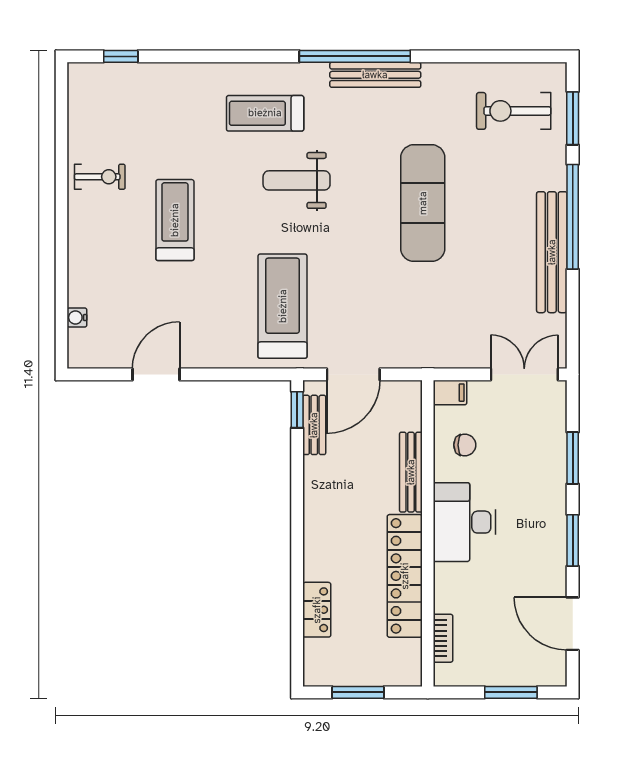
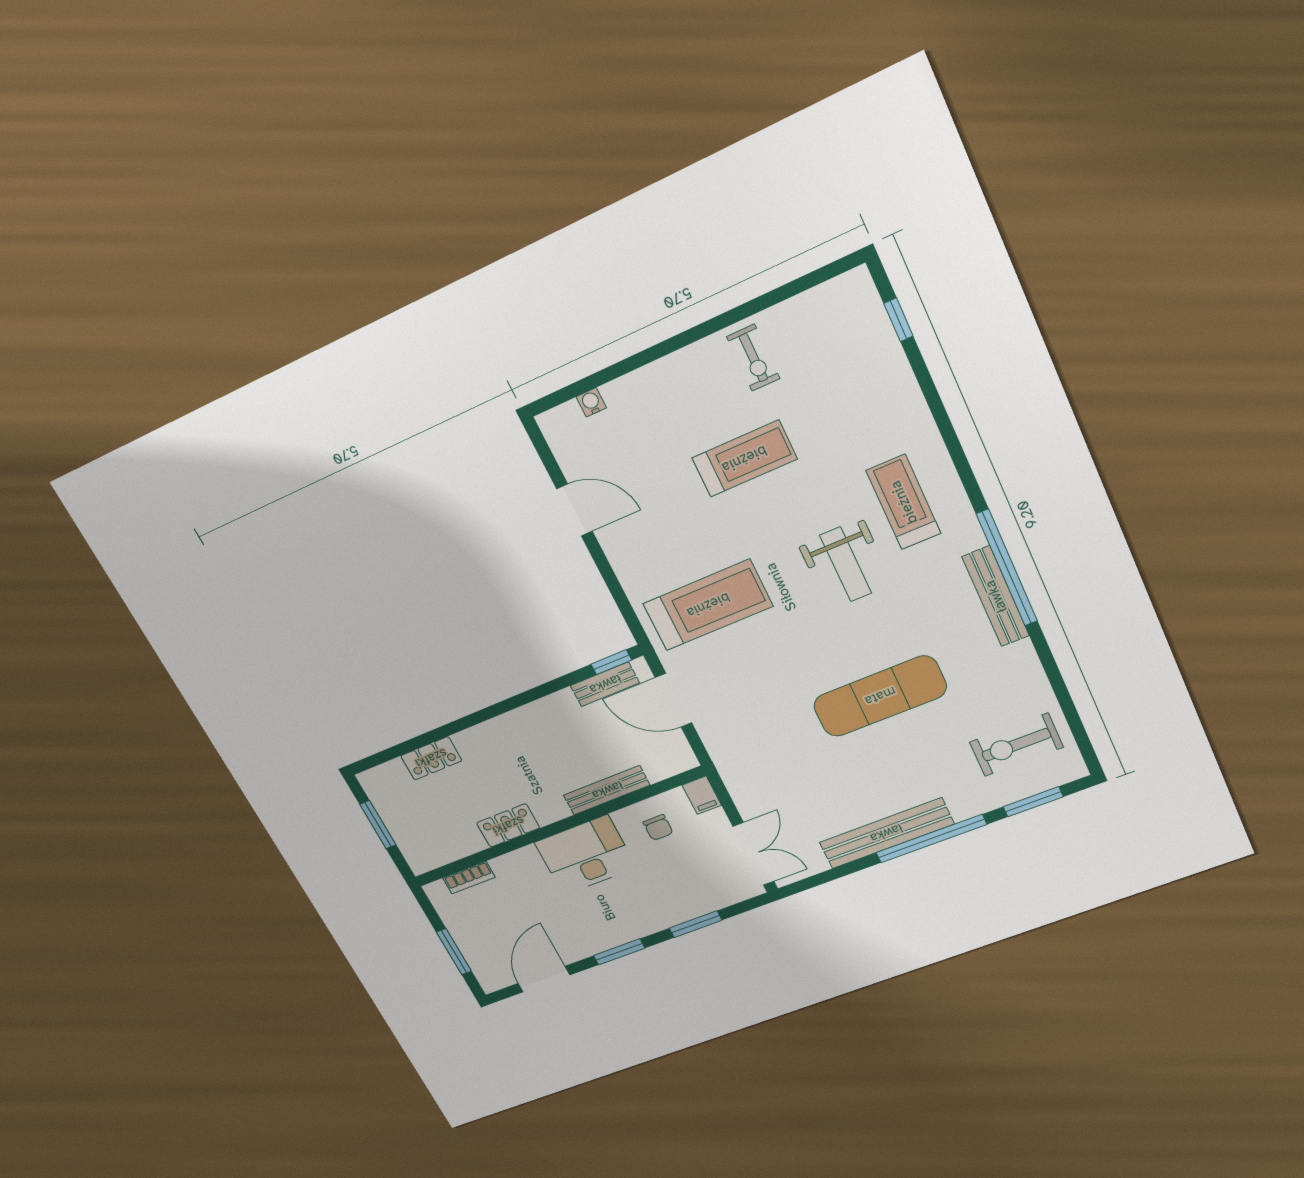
exercise bike: (514, 111) -> (1016, 745), turned -90
weight bench: (297, 180) -> (846, 564), turned 180
locker: (405, 576) -> (508, 825), width x0.46, depth x0.83

